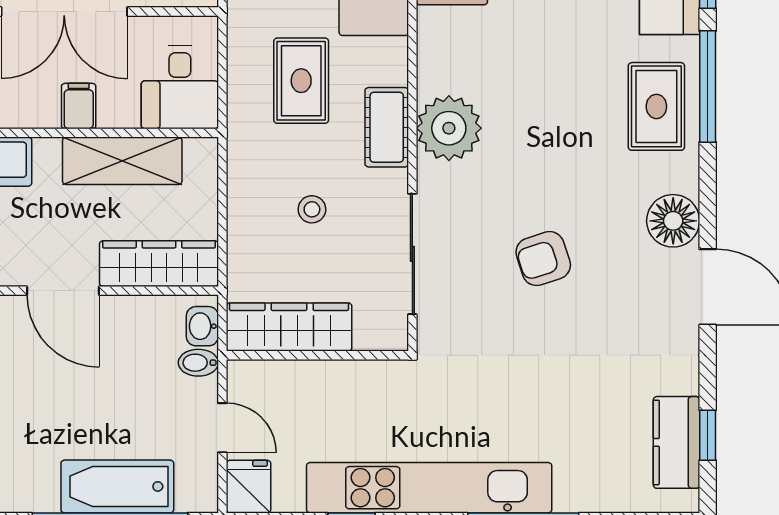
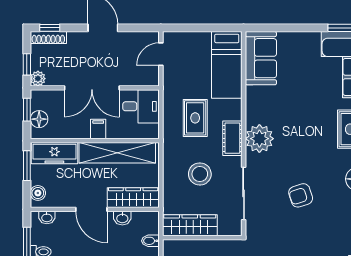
desk: (180, 87) -> (141, 106), moved, turned -90
shelving: (122, 161) -> (117, 153), width x1.47
stool: (312, 209) -> (200, 174), width x1.89, depth x1.89
washbasin: (202, 326) -> (122, 218), moved, turned -90

